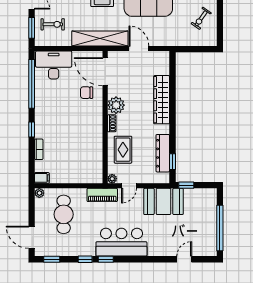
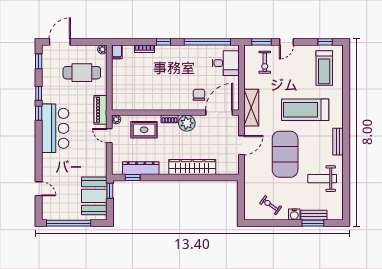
shelving: (100, 38) -> (251, 108), width x0.68
desk: (54, 65) -> (226, 63), width x0.73
booth: (163, 201) -> (94, 196), moved

